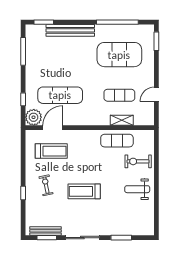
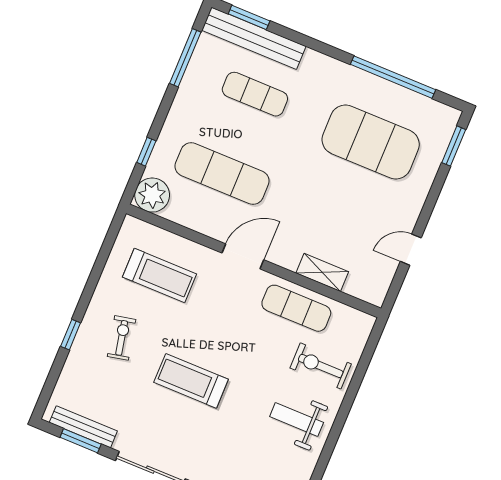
bench: (70, 30) -> (254, 38), moved
exercise mat: (119, 95) -> (255, 94), moved
door: (53, 128) -> (243, 256), moved

